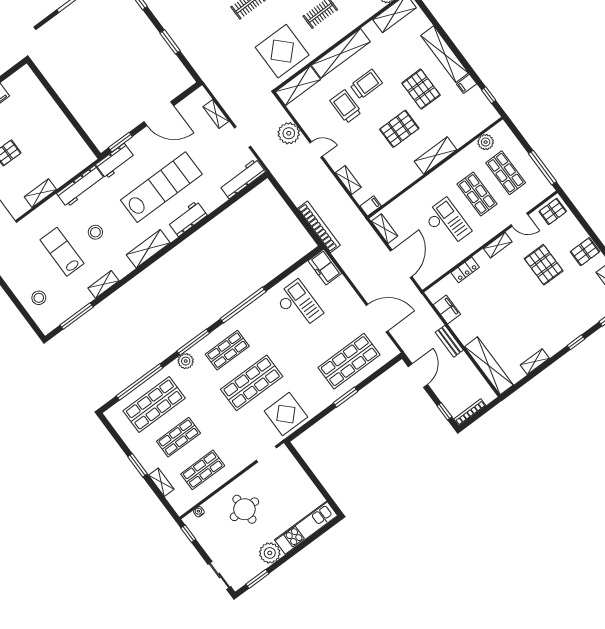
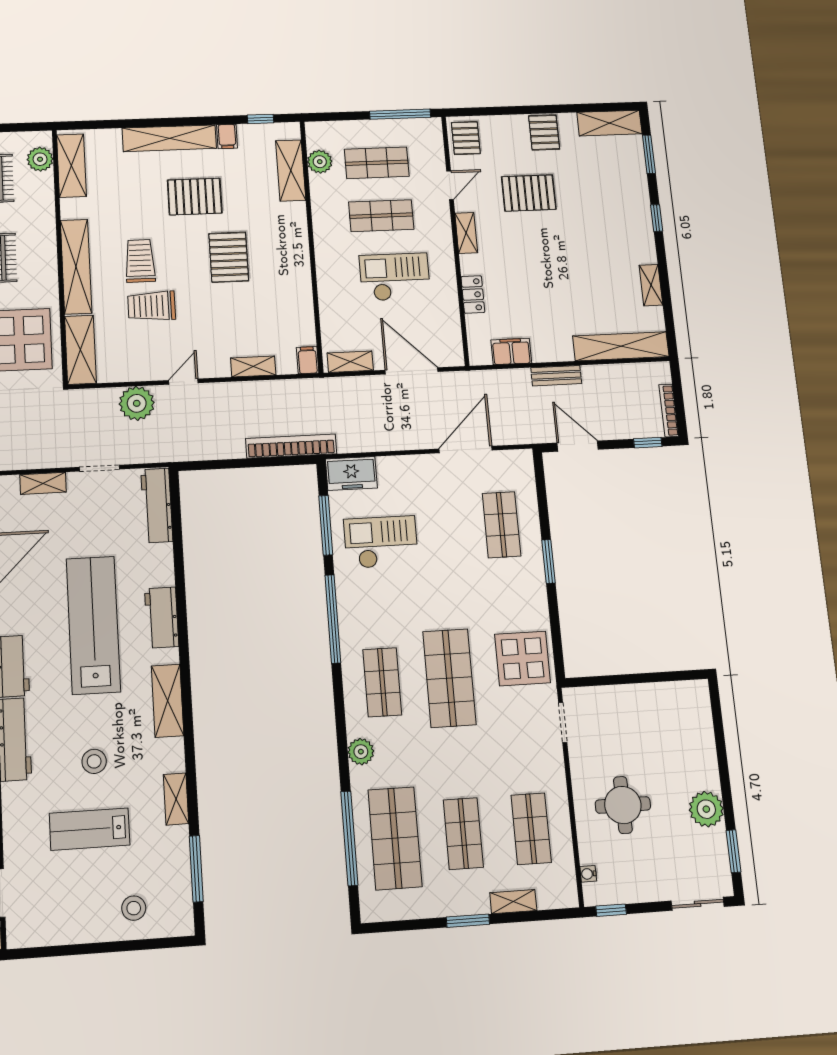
shelving: (436, 155) -> (291, 171), moved
window: (193, 342) -> (326, 525), moved
shop shelf: (349, 361) -> (502, 525), width x0.70, depth x0.74
kitchen unit: (306, 528) -> (700, 734), removed

